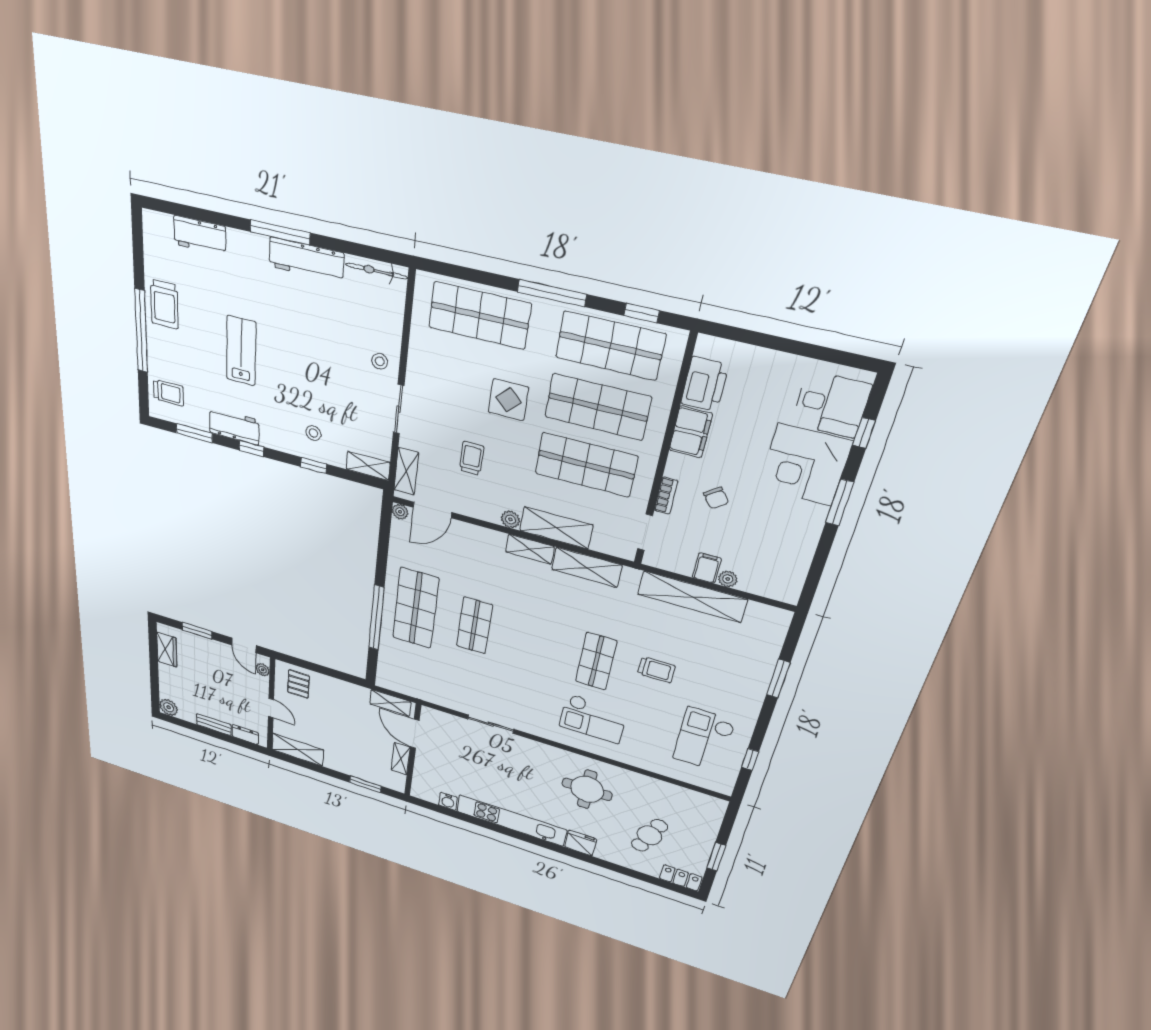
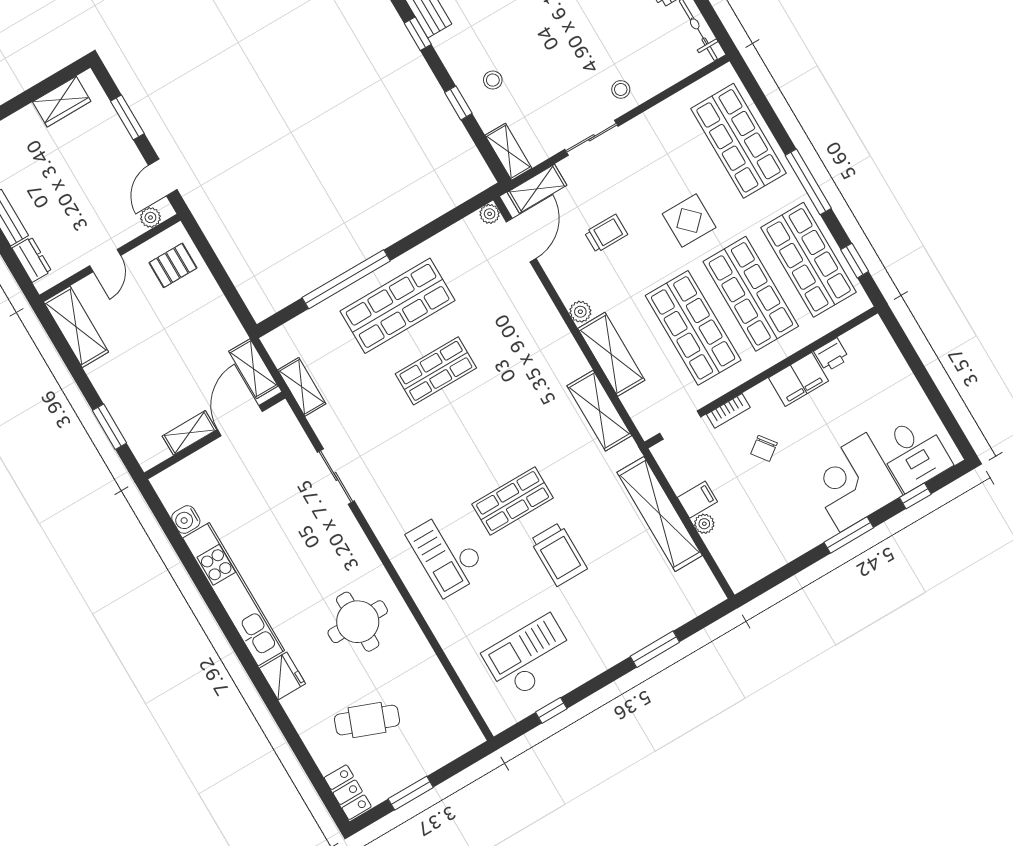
printer: (705, 384) -> (831, 355), width x0.53, depth x0.68
door: (432, 510) -> (521, 240), swing flipped
shelving: (530, 549) -> (302, 387), moved
trolley: (656, 670) -> (559, 554), width x1.36, depth x1.39

